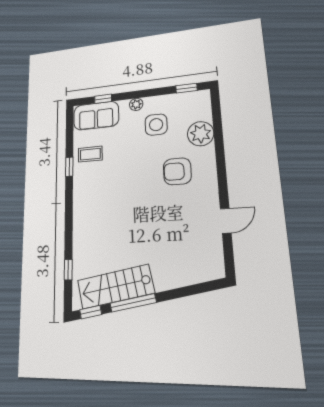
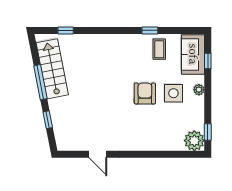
side table: (156, 125) -> (173, 93), moved
plant: (201, 134) -> (194, 141), moved
armchair: (177, 171) -> (145, 93), moved
window: (91, 312) -> (48, 120), moved

